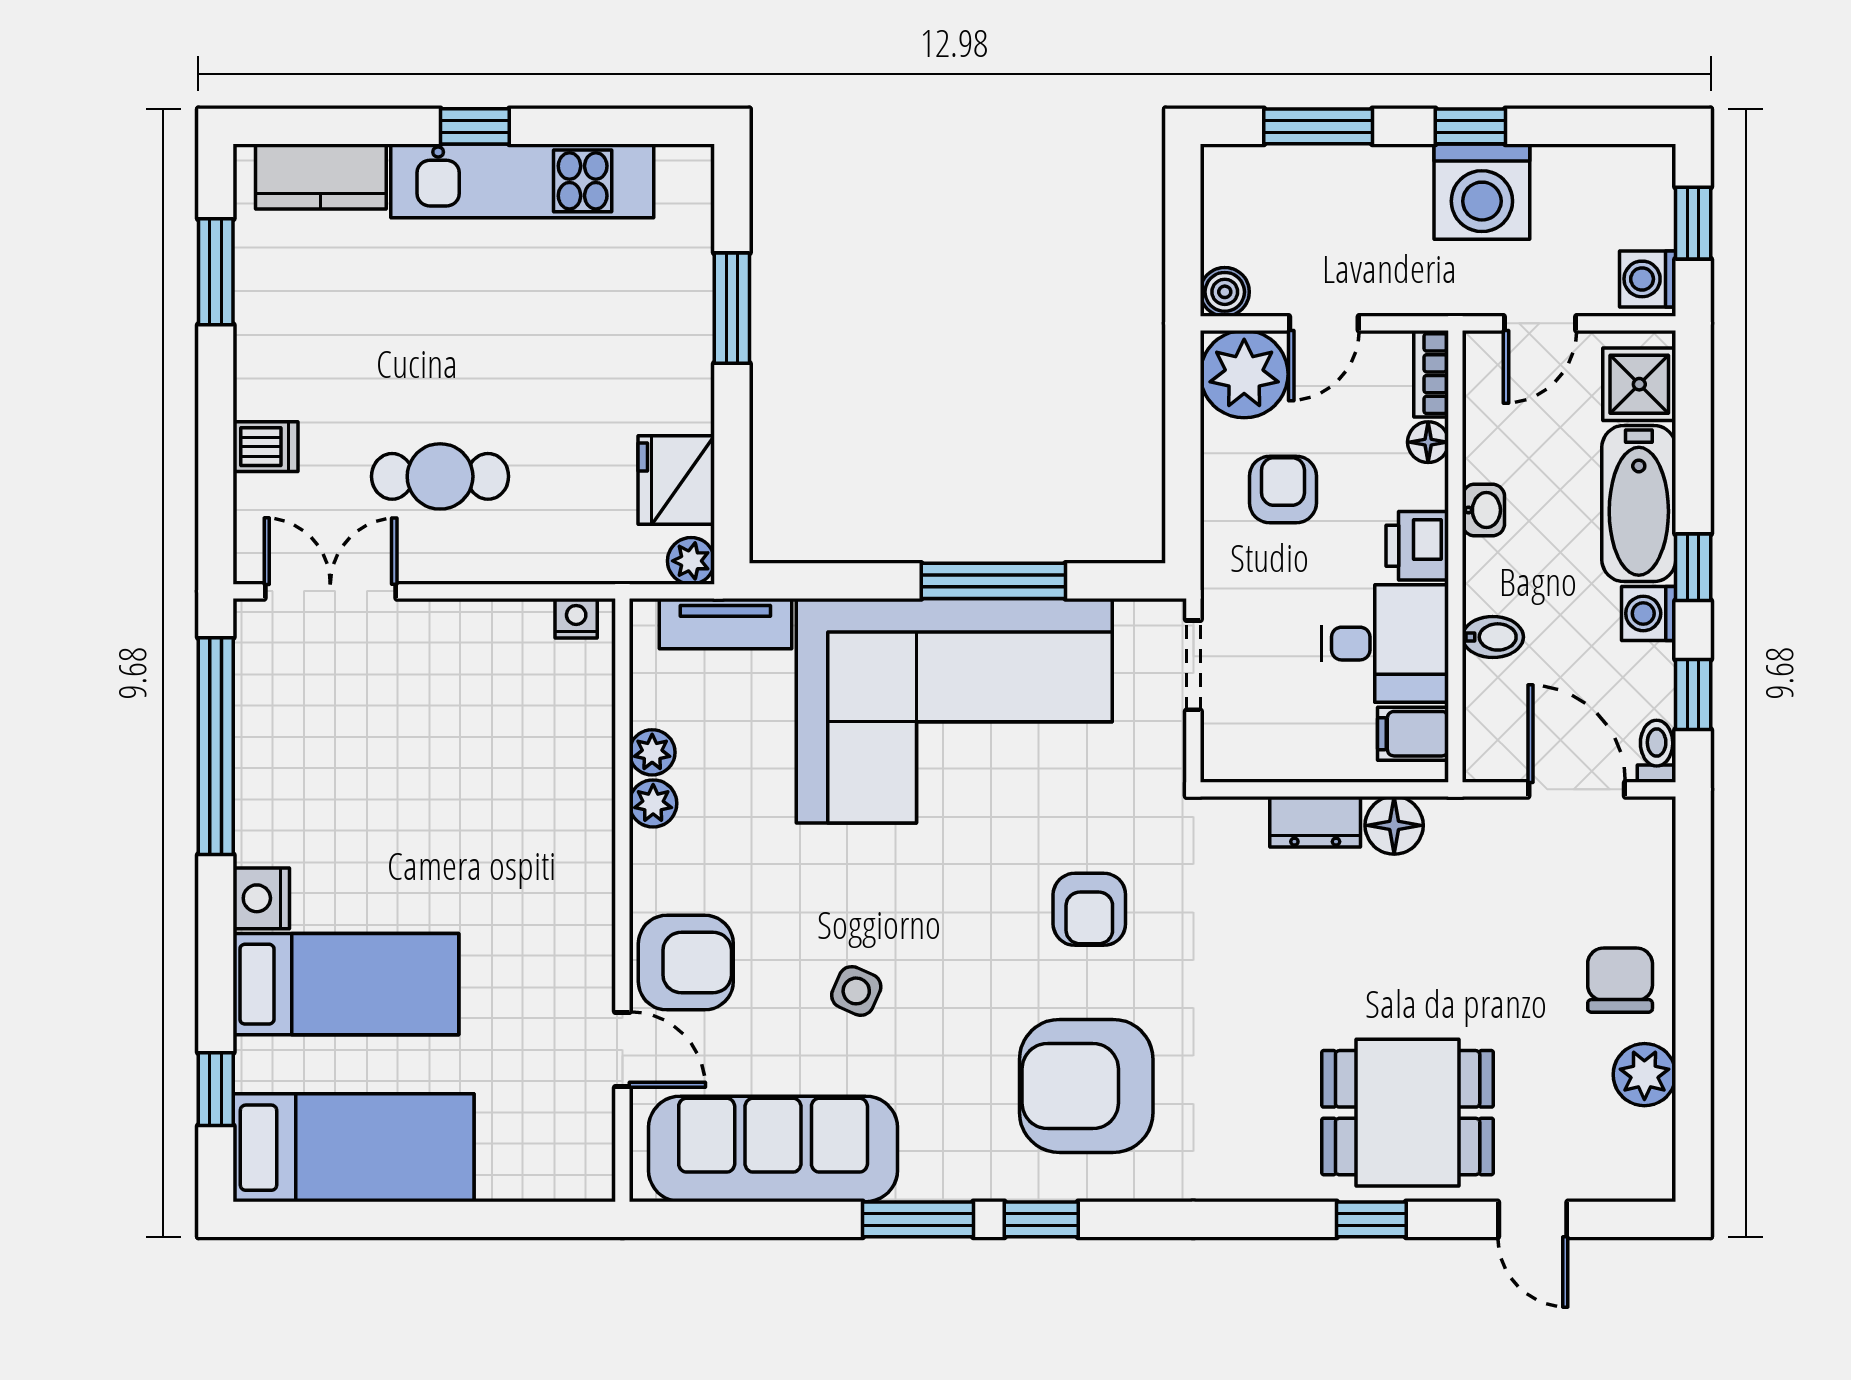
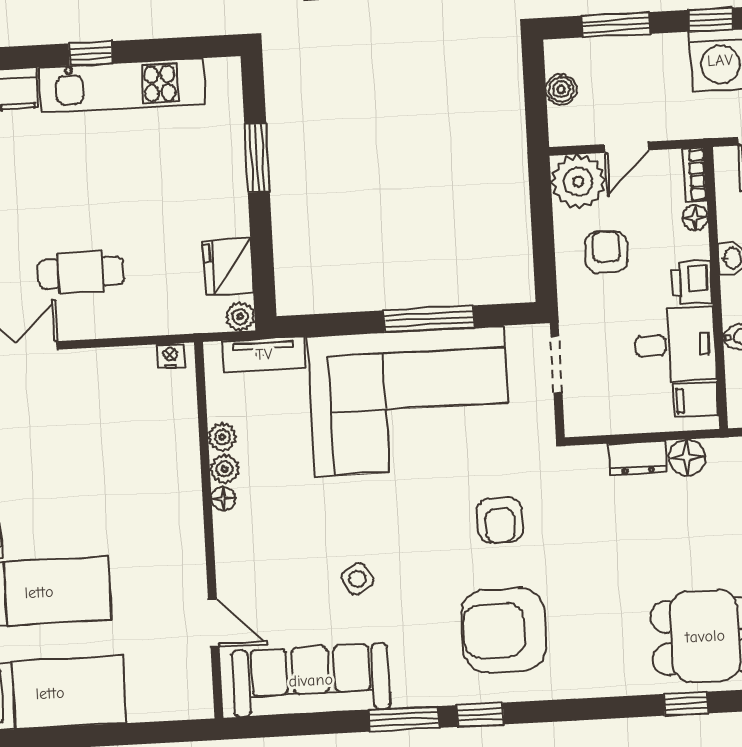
boiler: (1225, 292) -> (561, 89), moved
floor lamp: (649, 851) -> (223, 499), added
armchair: (686, 963) -> (250, 567), removed
side table: (856, 991) -> (357, 579), turned 37

